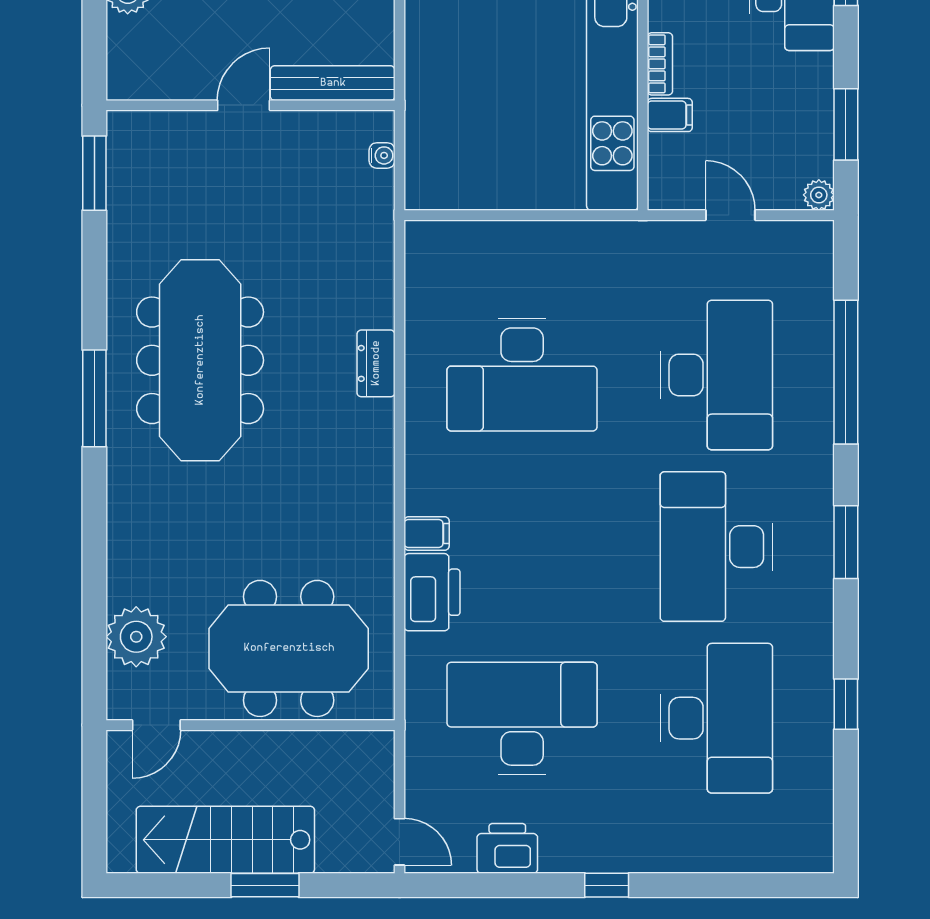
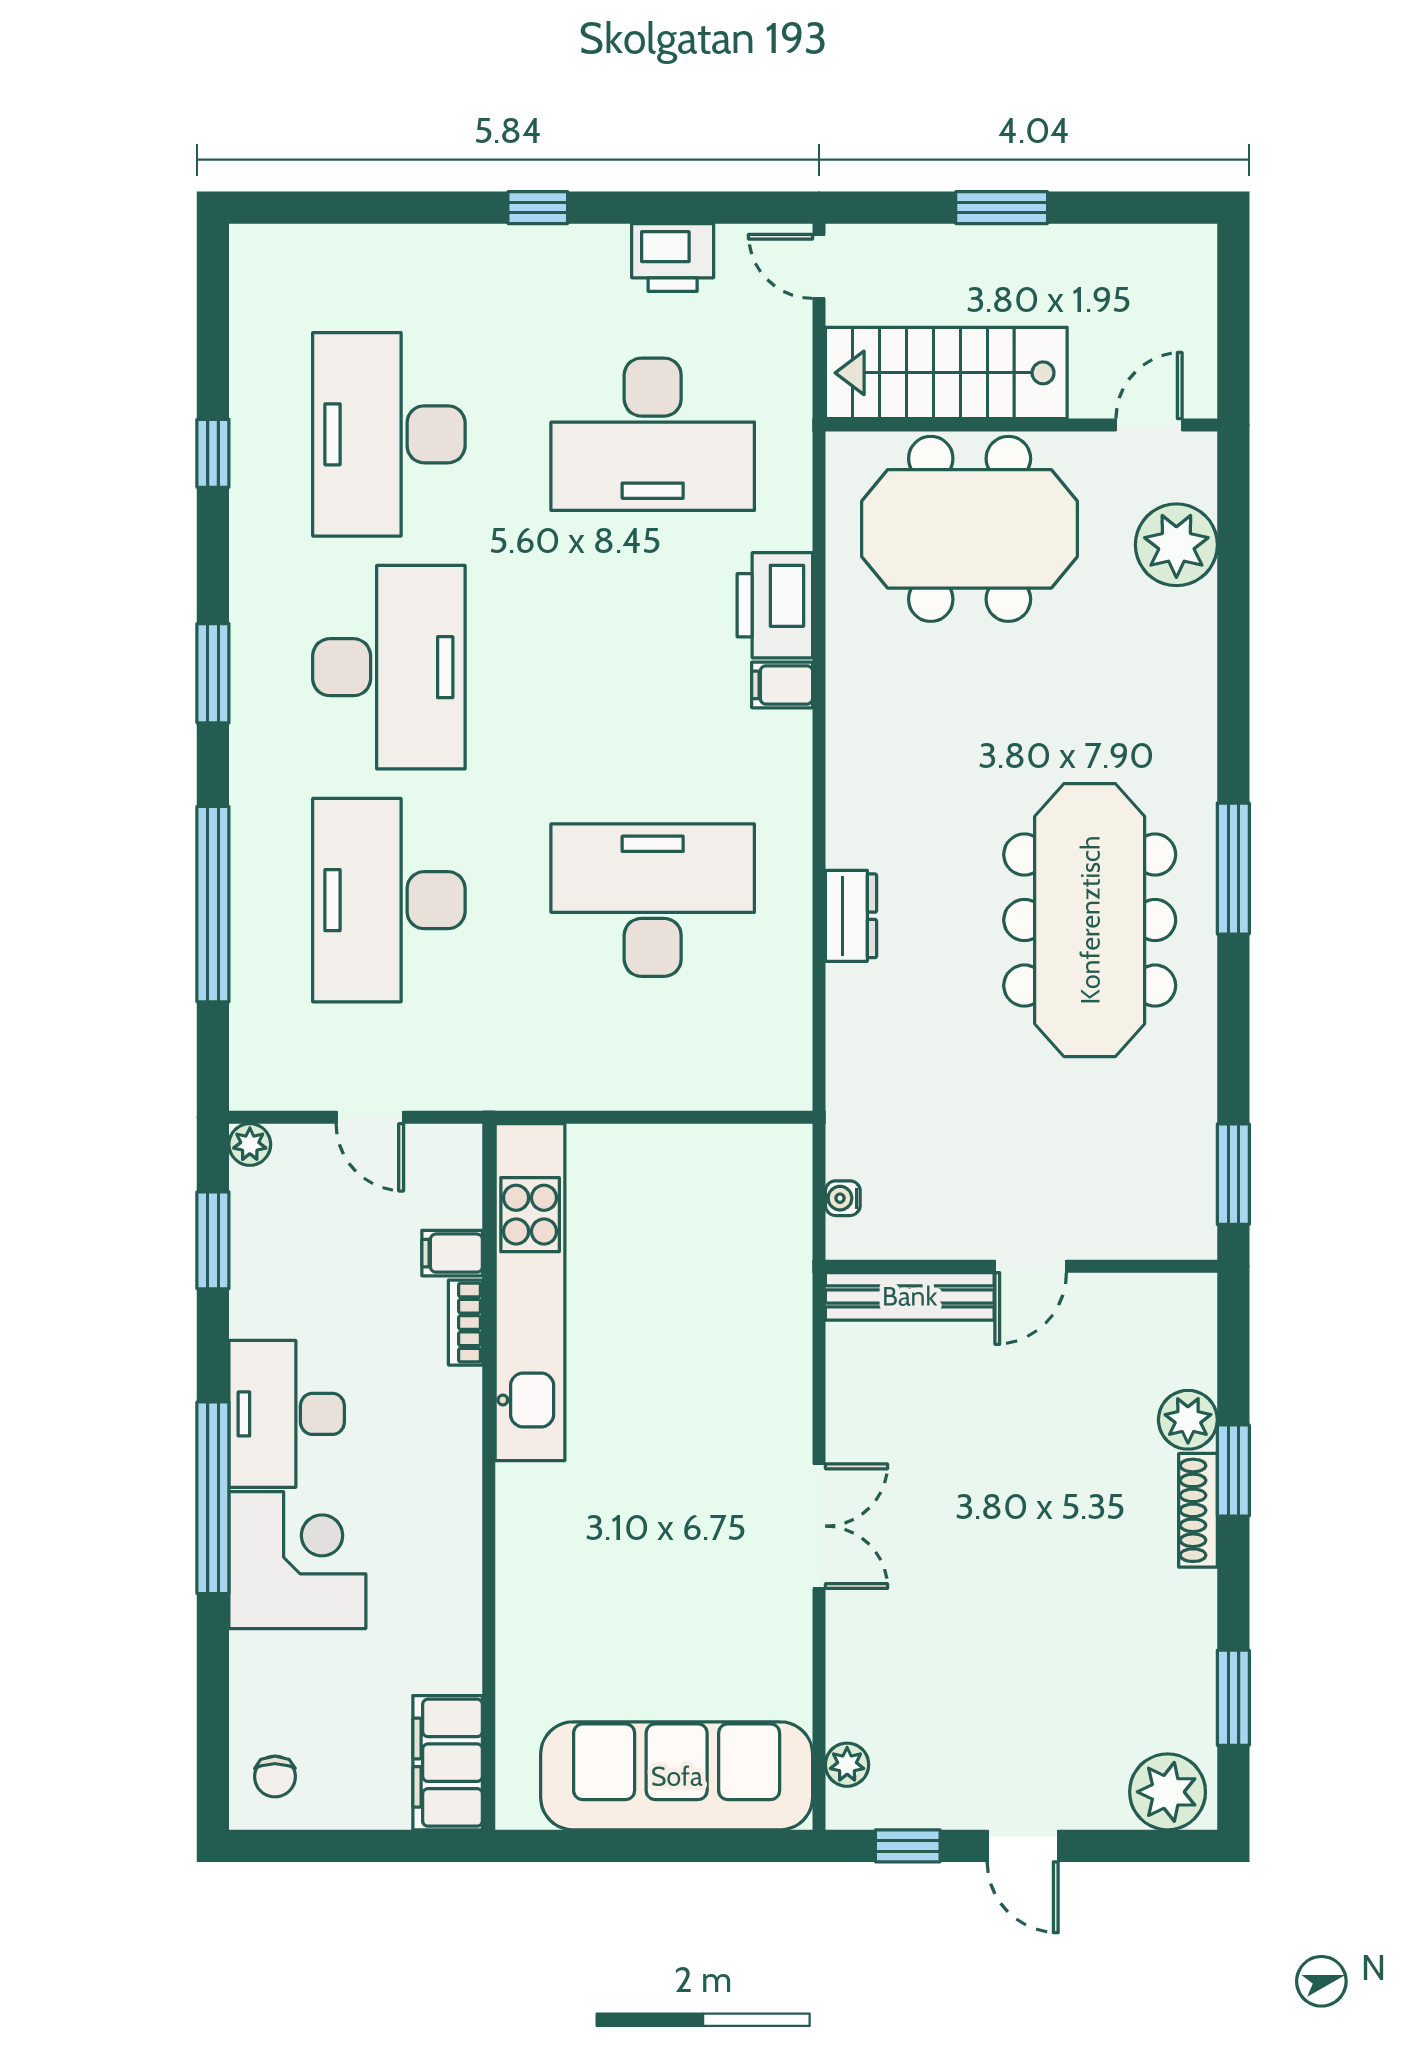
stairs: (225, 840) -> (946, 373), moved, turned 180

